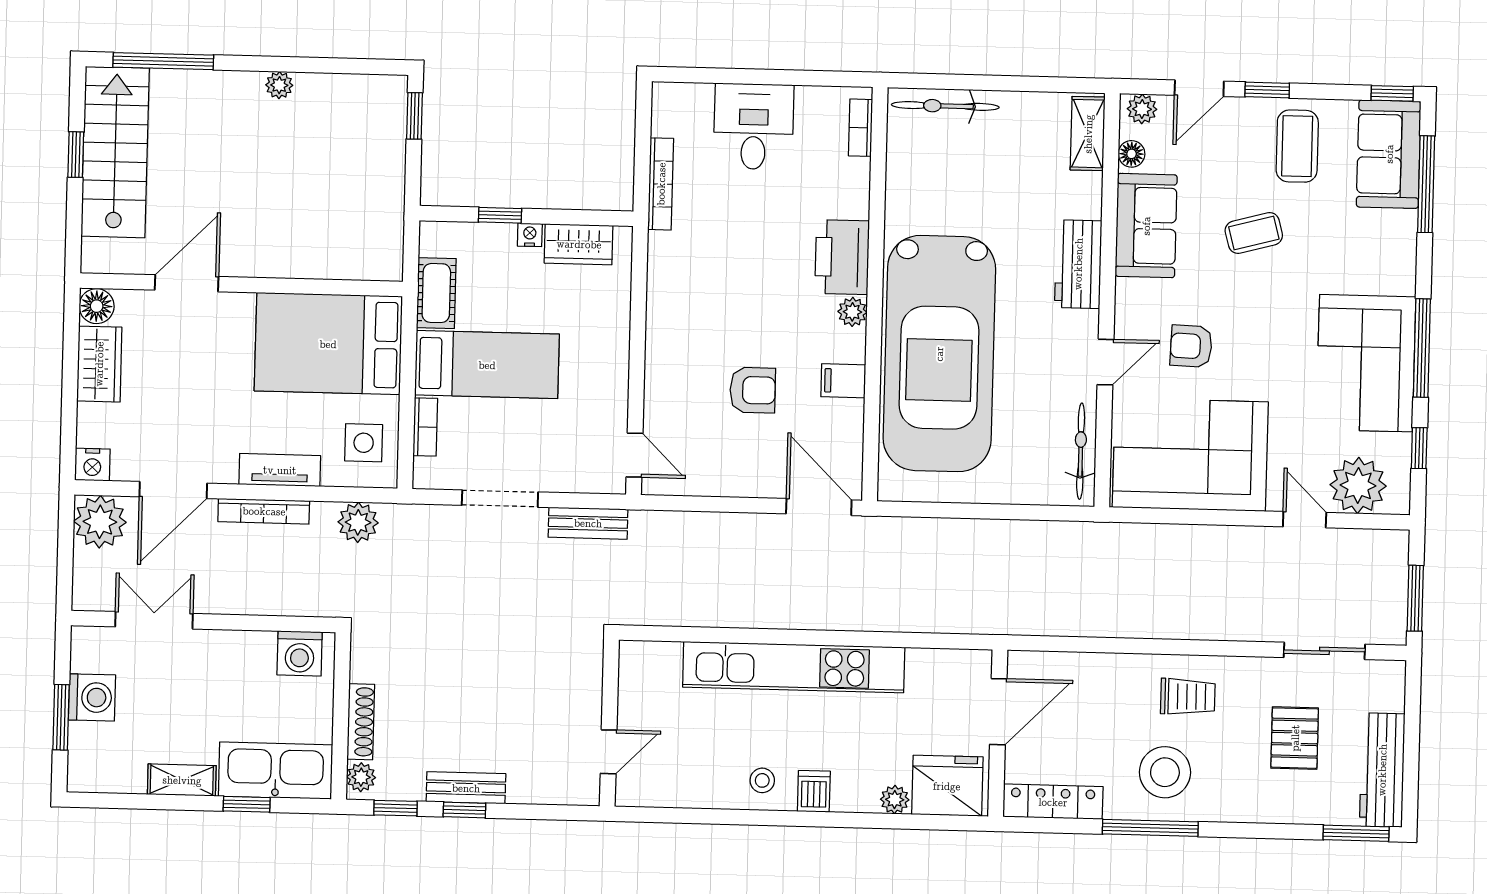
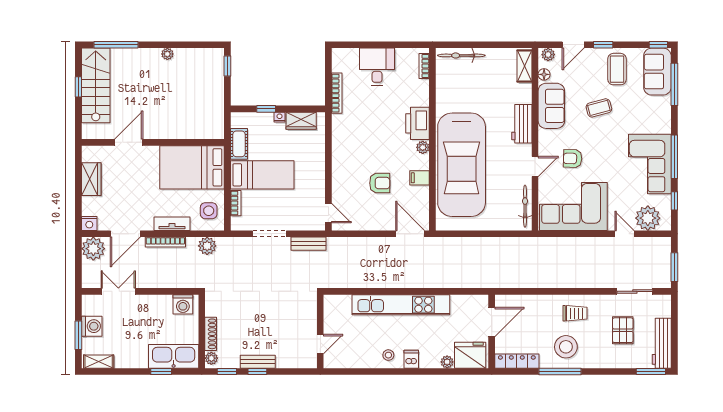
floor lamp: (97, 306) -> (89, 154), removed
shelving: (182, 780) -> (99, 362), moved

